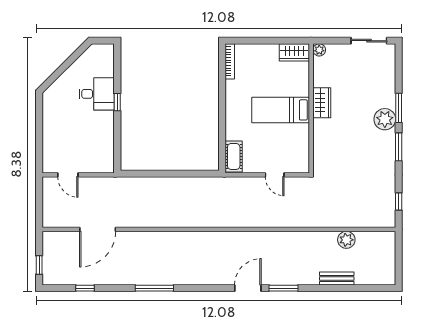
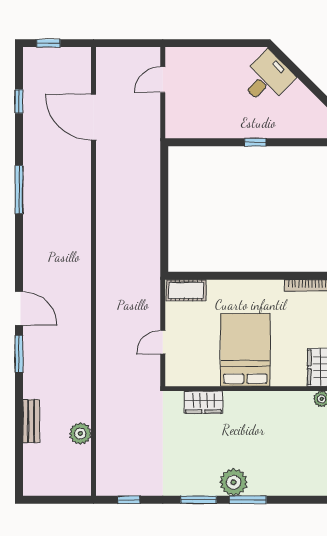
desk: (97, 94) -> (267, 78), moved, turned -135
wardrobe: (322, 103) -> (203, 402), moved
bed: (281, 110) -> (245, 350), width x1.50

